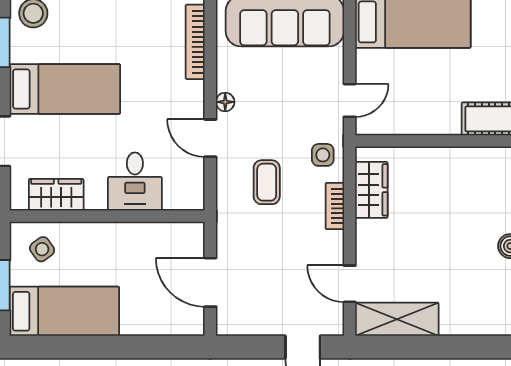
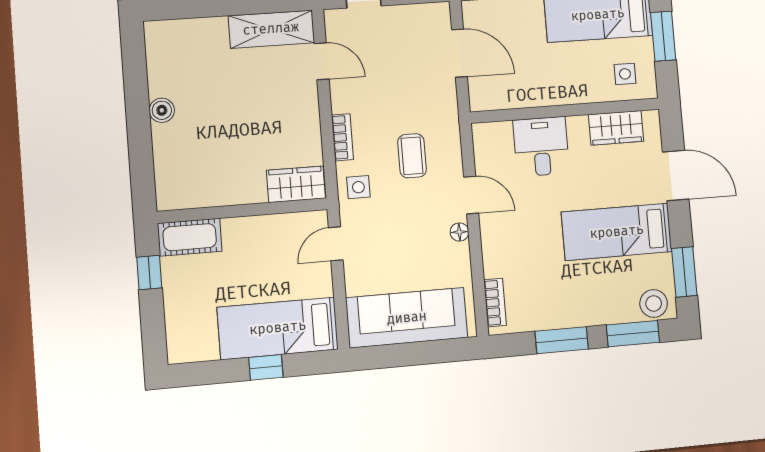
bookcase: (195, 42) -> (495, 303), width x0.64
wardrobe: (371, 190) -> (296, 184), moved, turned 90
side table: (42, 249) -> (625, 74), turned 36

